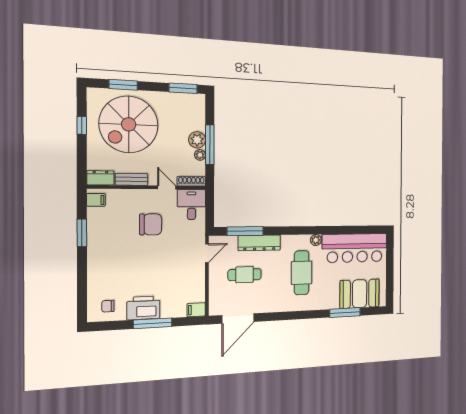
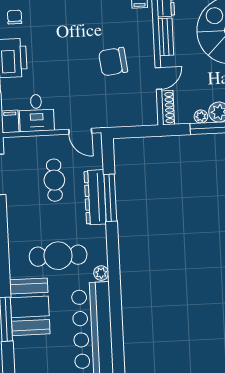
desk: (191, 205) -> (37, 113), moved, turned 90
chair: (151, 224) -> (113, 62), turned 83
window: (245, 231) -> (110, 198), moved
booth: (360, 294) -> (30, 307), moved

